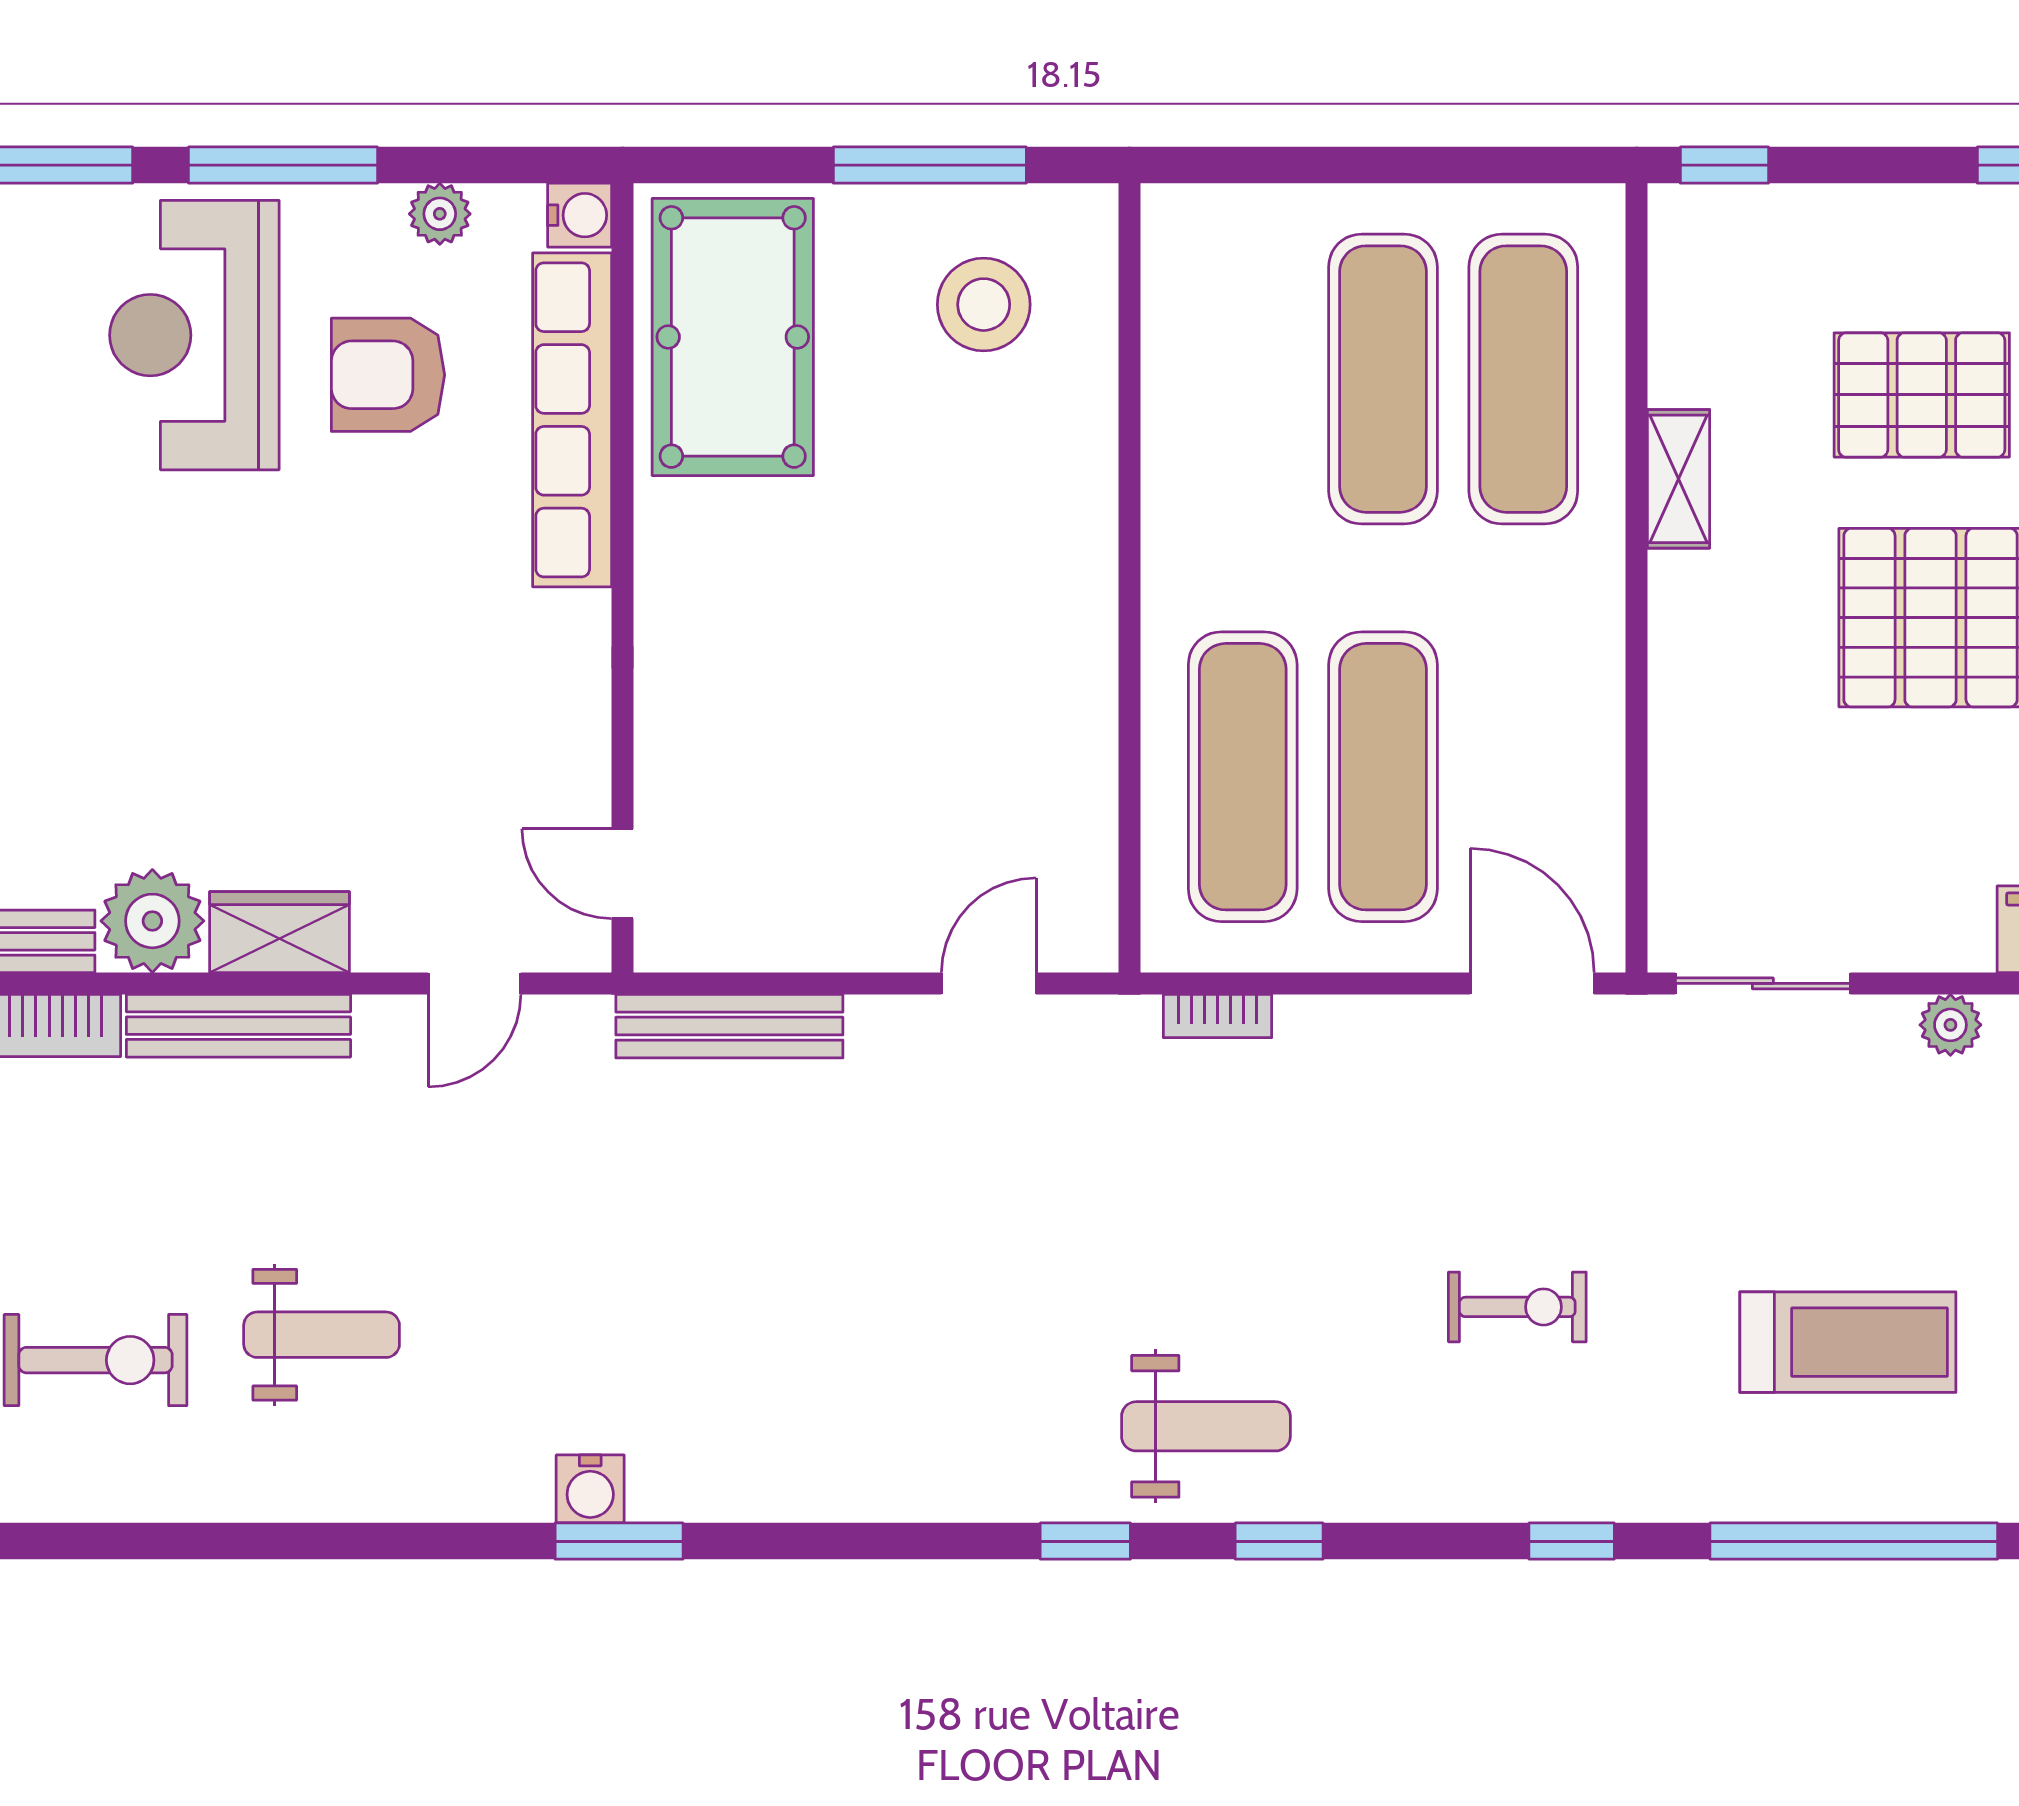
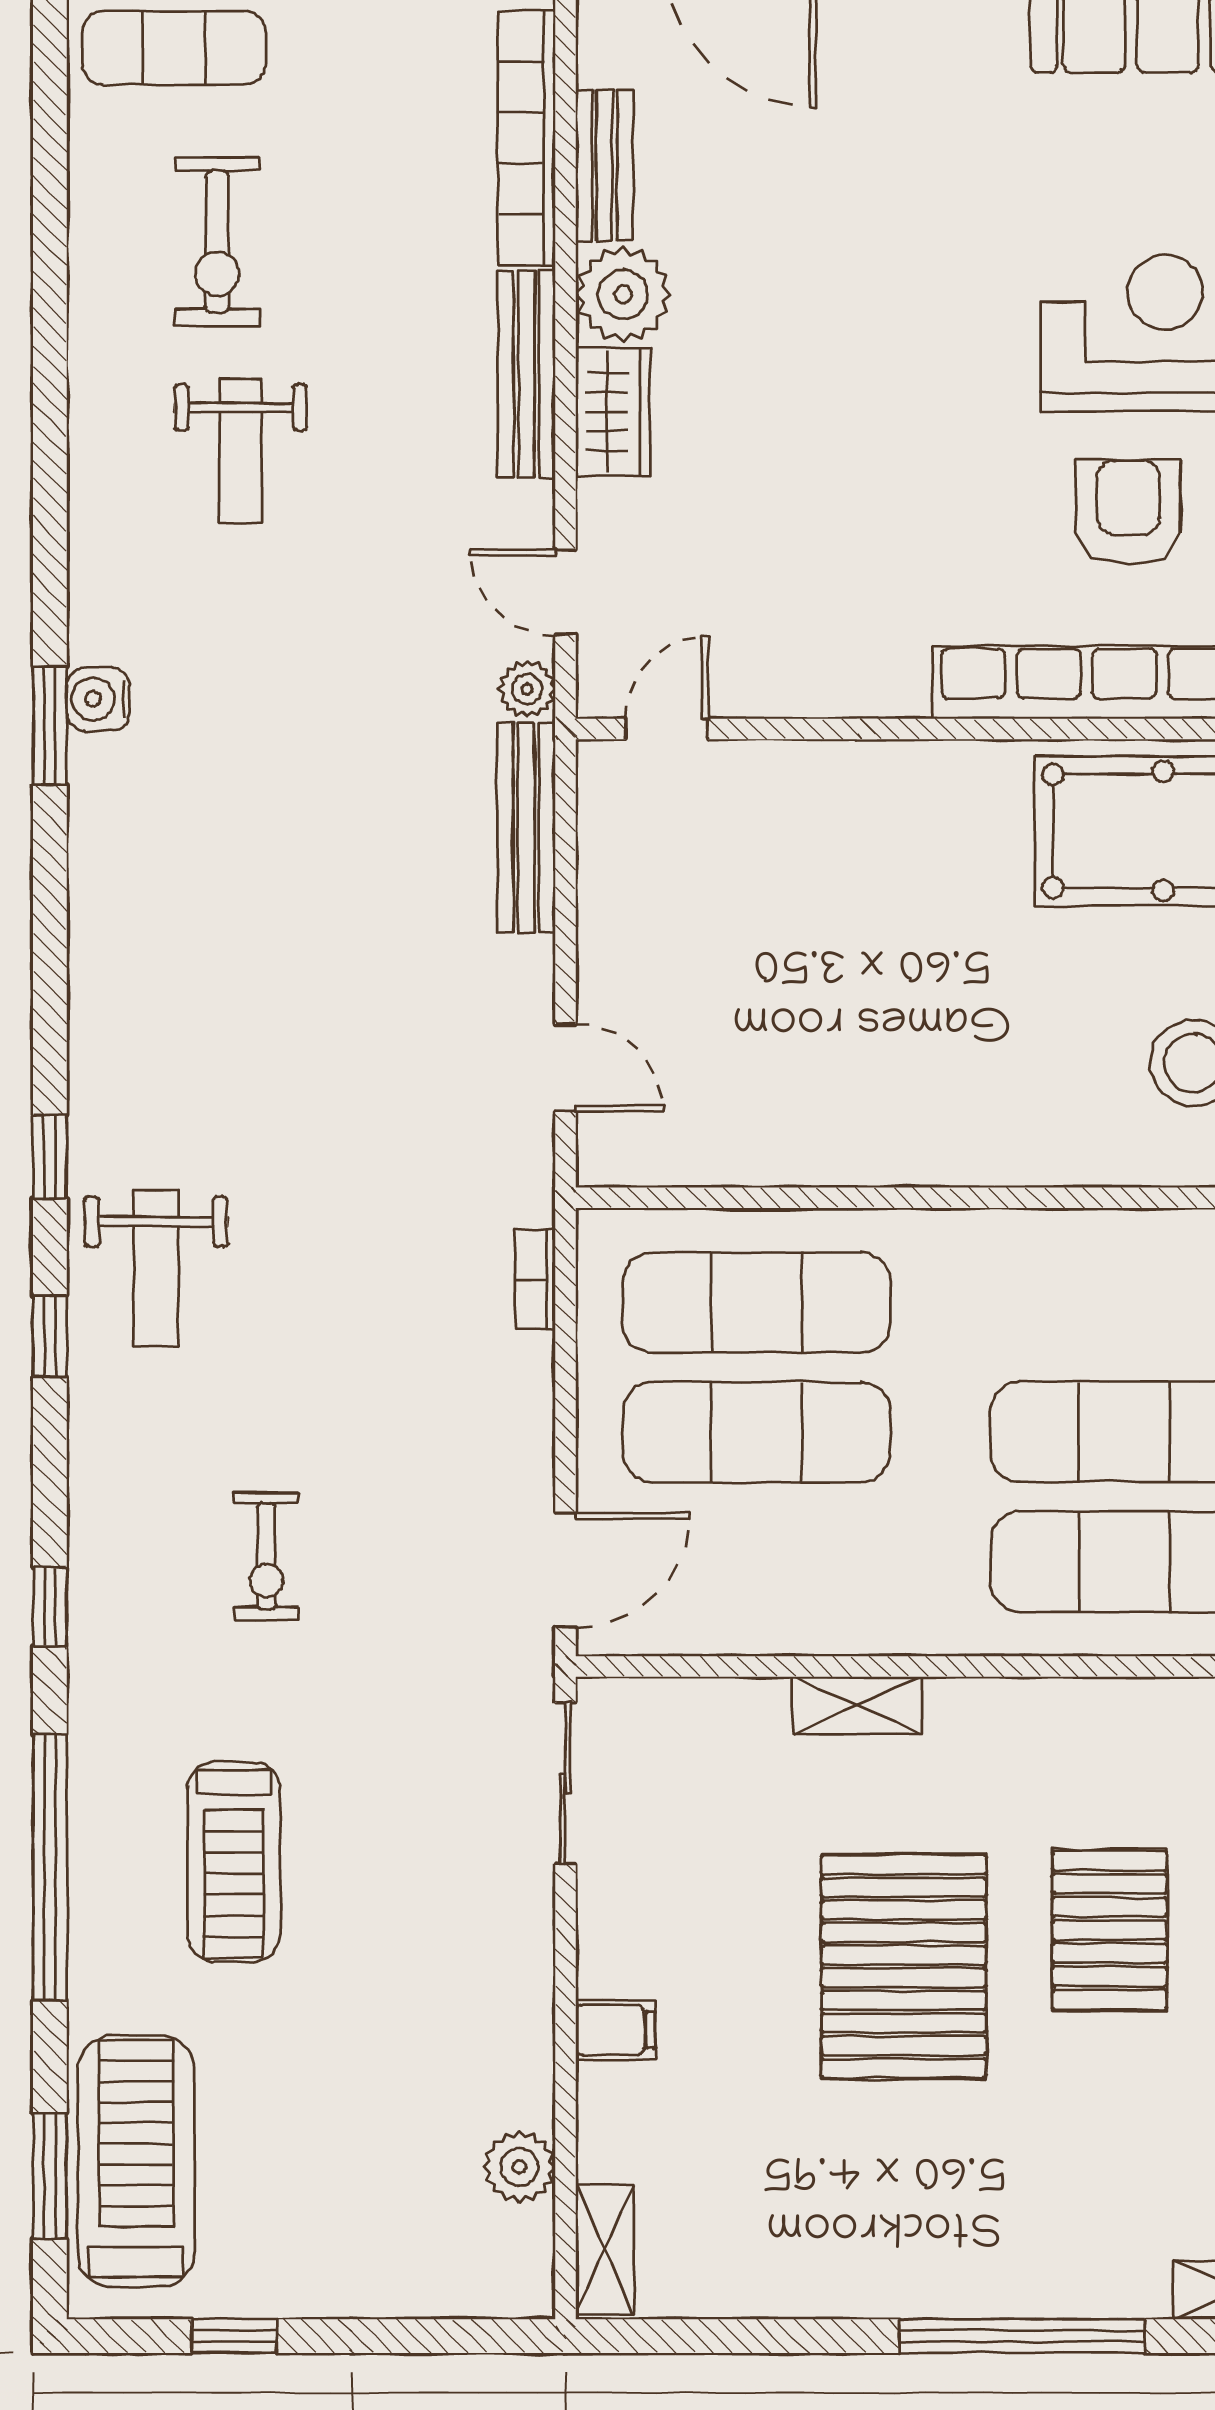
shelving: (1679, 479) -> (857, 1705), moved
plant: (1950, 1025) -> (527, 689), moved

